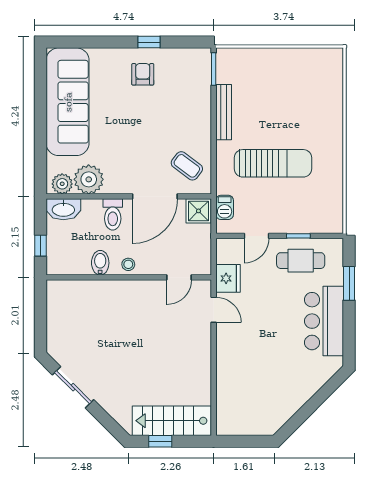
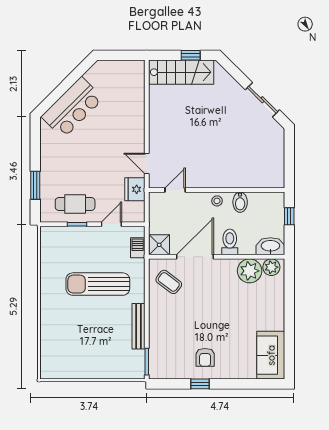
sofa: (68, 102) -> (271, 355), width x0.54, depth x0.79
bar counter: (324, 321) -> (72, 108), moved, turned 45

